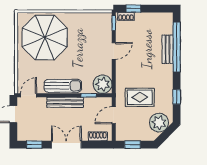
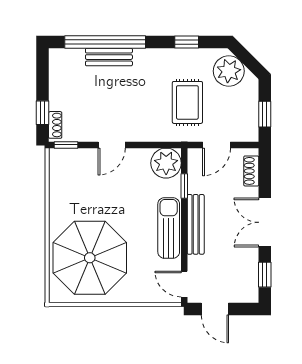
door: (114, 51) -> (112, 145), swing flipped
door: (114, 115) -> (217, 145), hinge flipped

